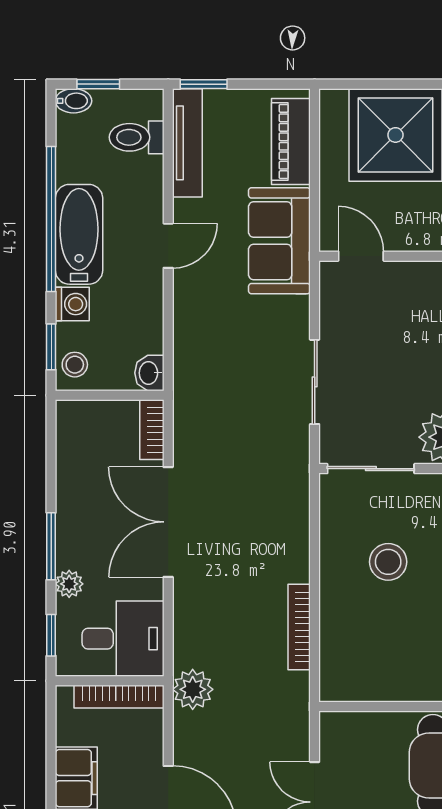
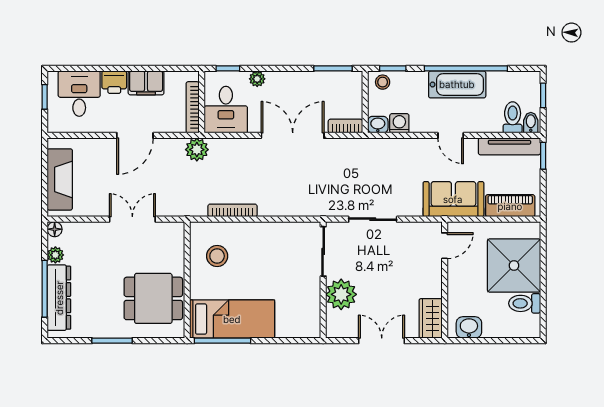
bidet: (73, 101) -> (531, 123), moved, turned 180
washing machine: (72, 304) -> (399, 123), moved, turned 180
window: (51, 546) -> (333, 68), moved
stool: (388, 562) -> (217, 256), moved

